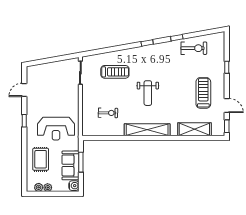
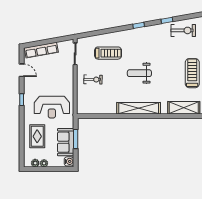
row of seats: (45, 69) -> (41, 50), added
door: (24, 90) -> (22, 70), swing flipped
weight bench: (148, 93) -> (139, 73), turned 90
exercise bike: (108, 113) -> (93, 79), moved

